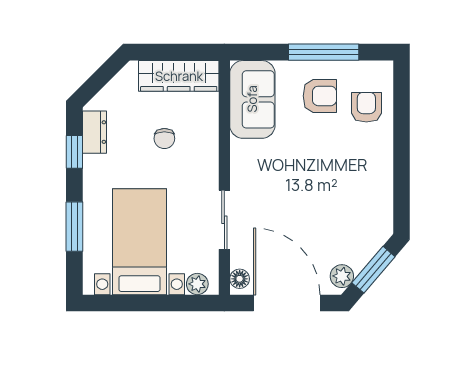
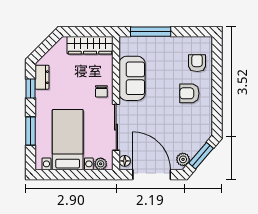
window: (324, 52) -> (151, 32), moved
armchair: (320, 96) -> (189, 93), moved, turned 180
sofa: (252, 99) -> (132, 78), moved
chair: (164, 139) -> (101, 91), moved
sliding door: (224, 220) -> (116, 127), width x1.37

